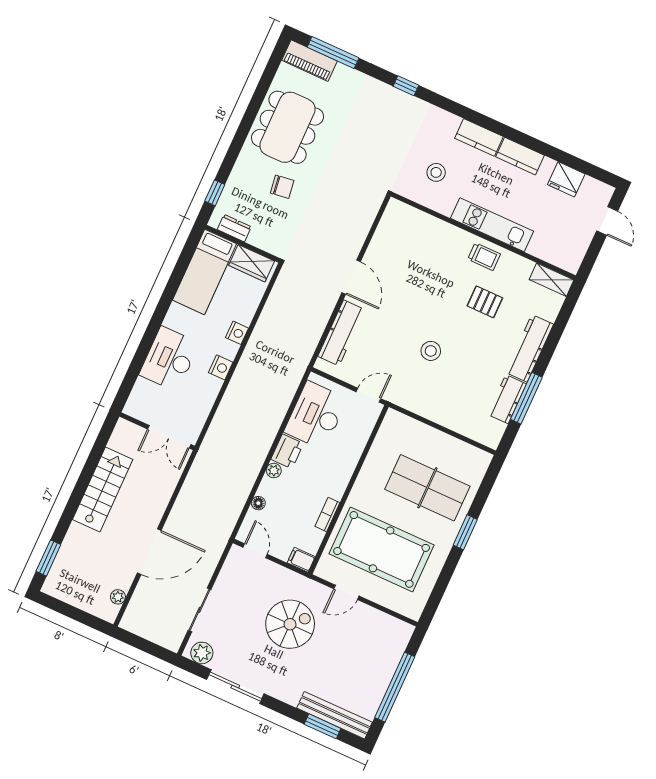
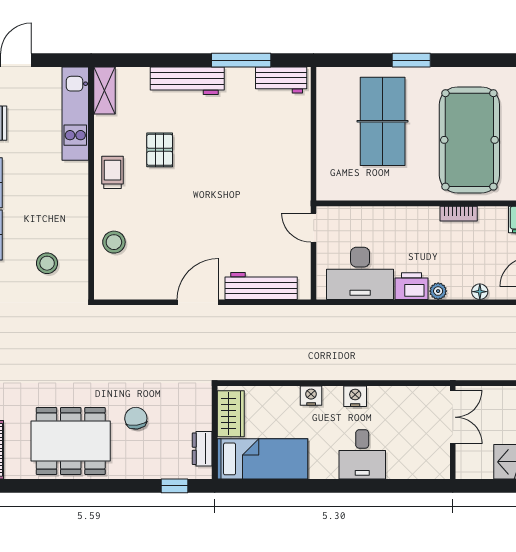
kitchen unit: (492, 225) -> (75, 114), moved
stool: (431, 351) -> (114, 242), moved
desk: (169, 359) -> (362, 454), width x0.73
workbench: (507, 399) -> (281, 80), moved

